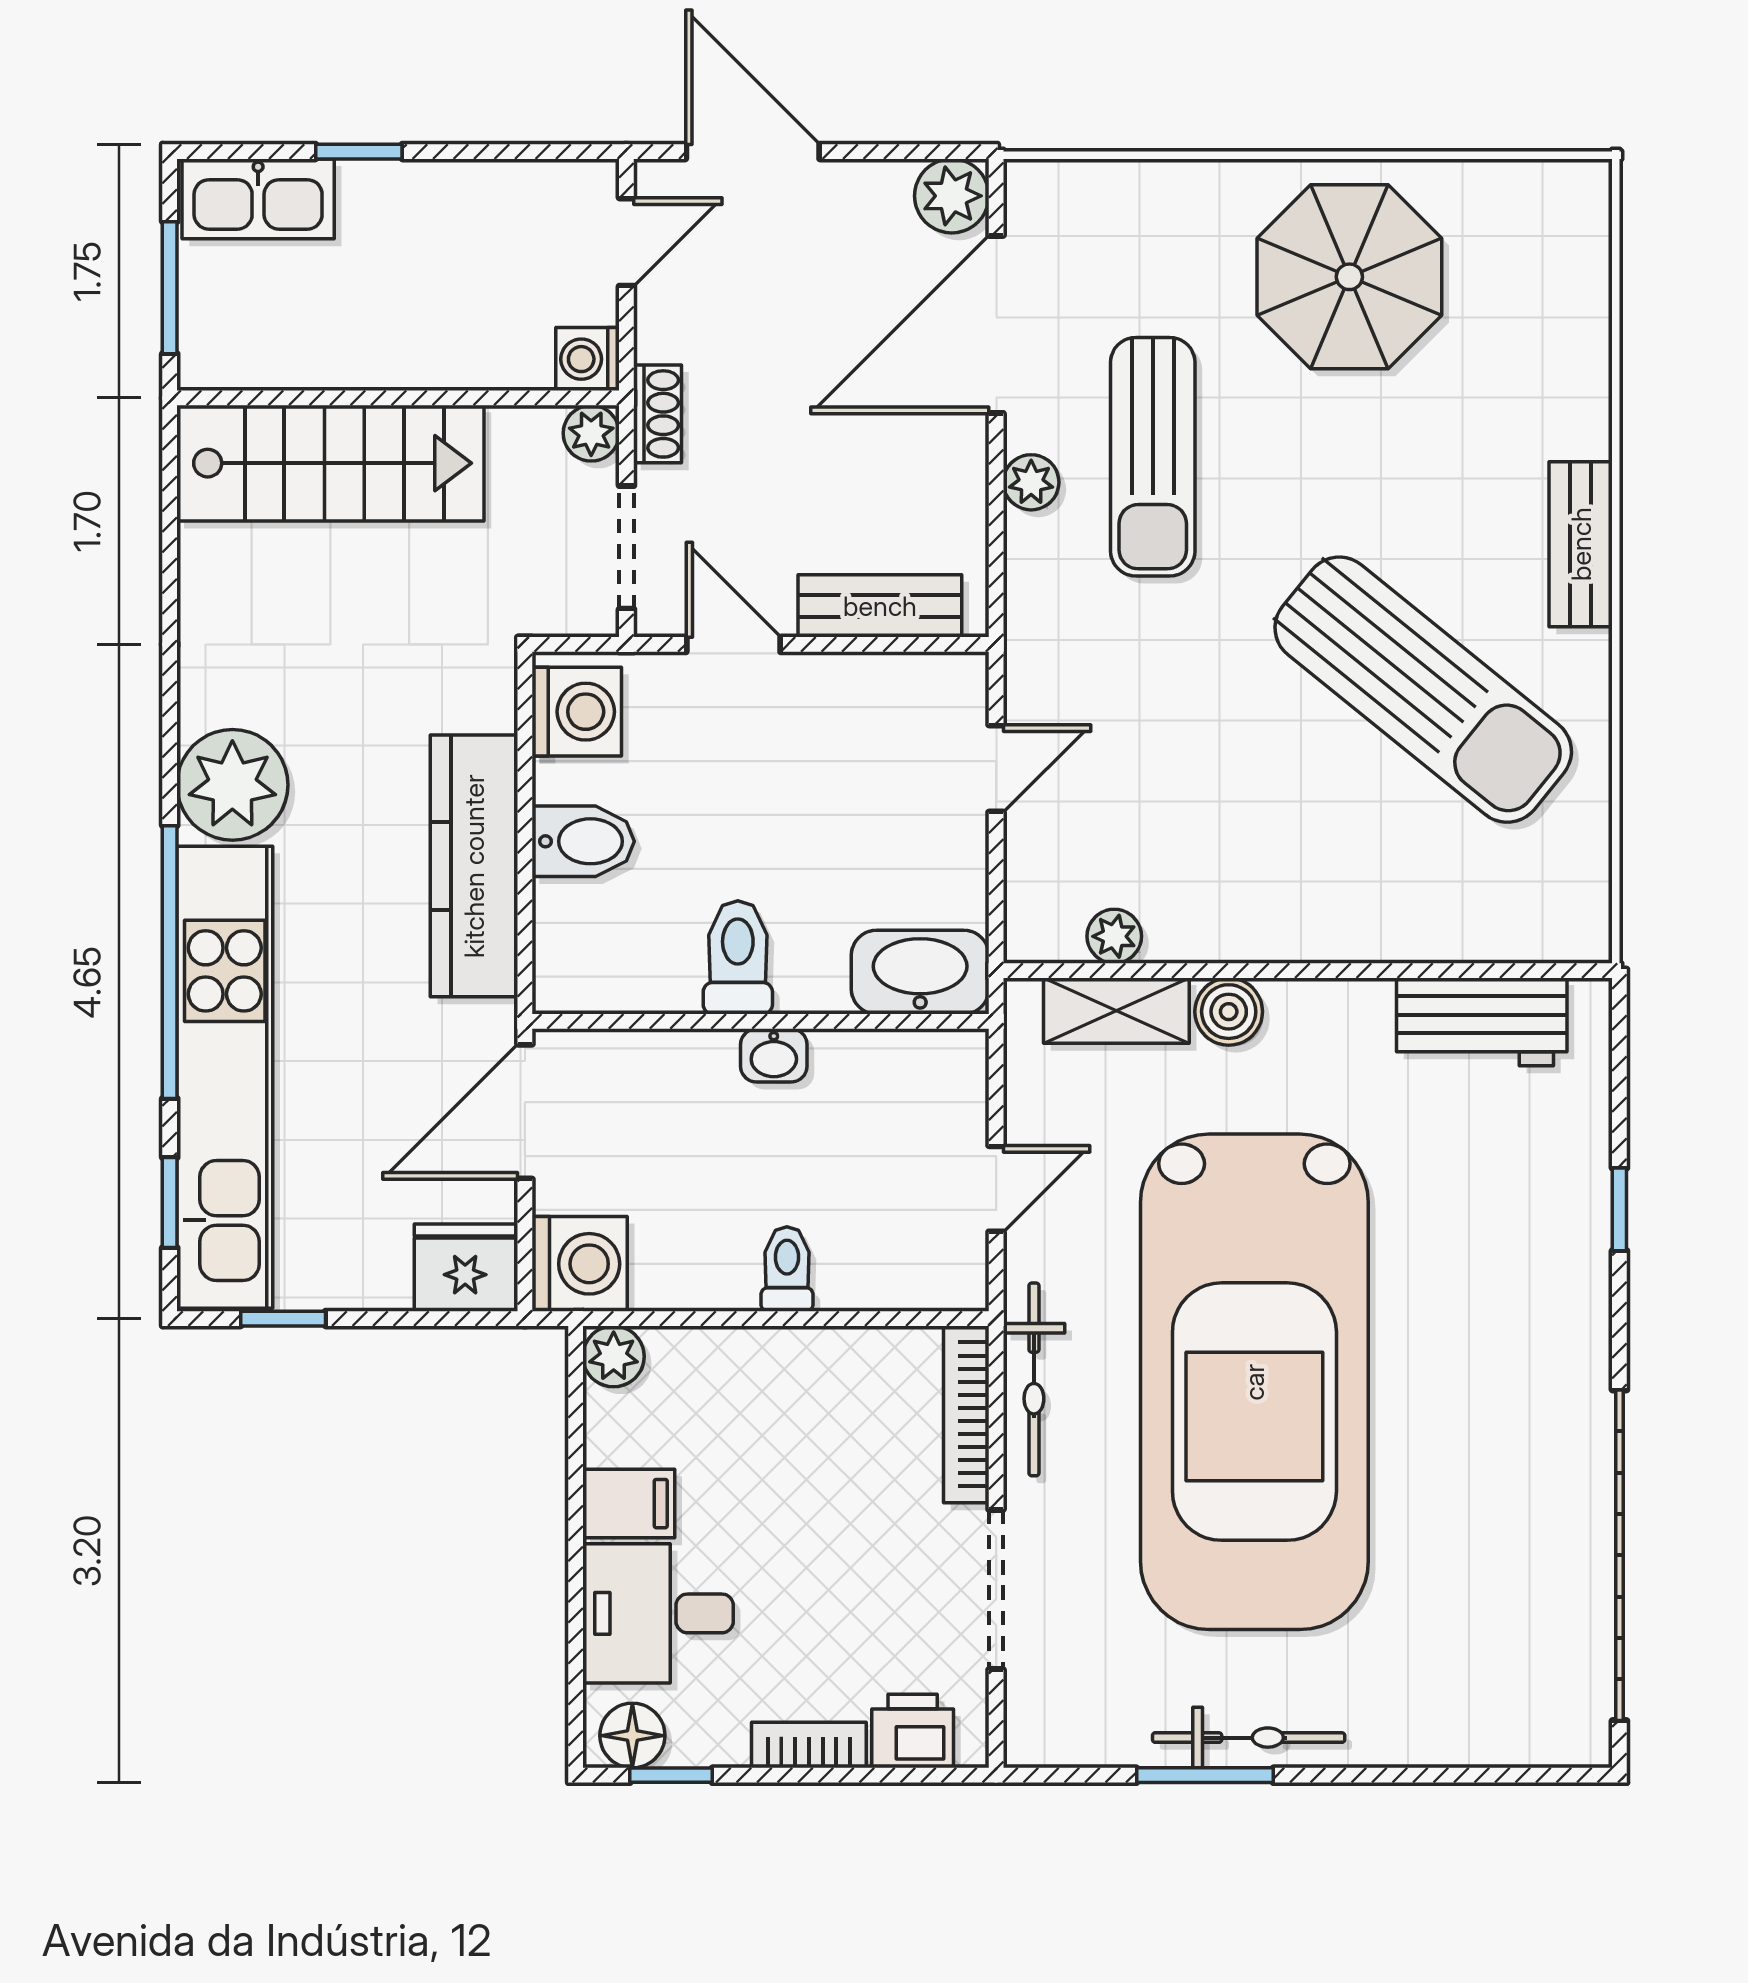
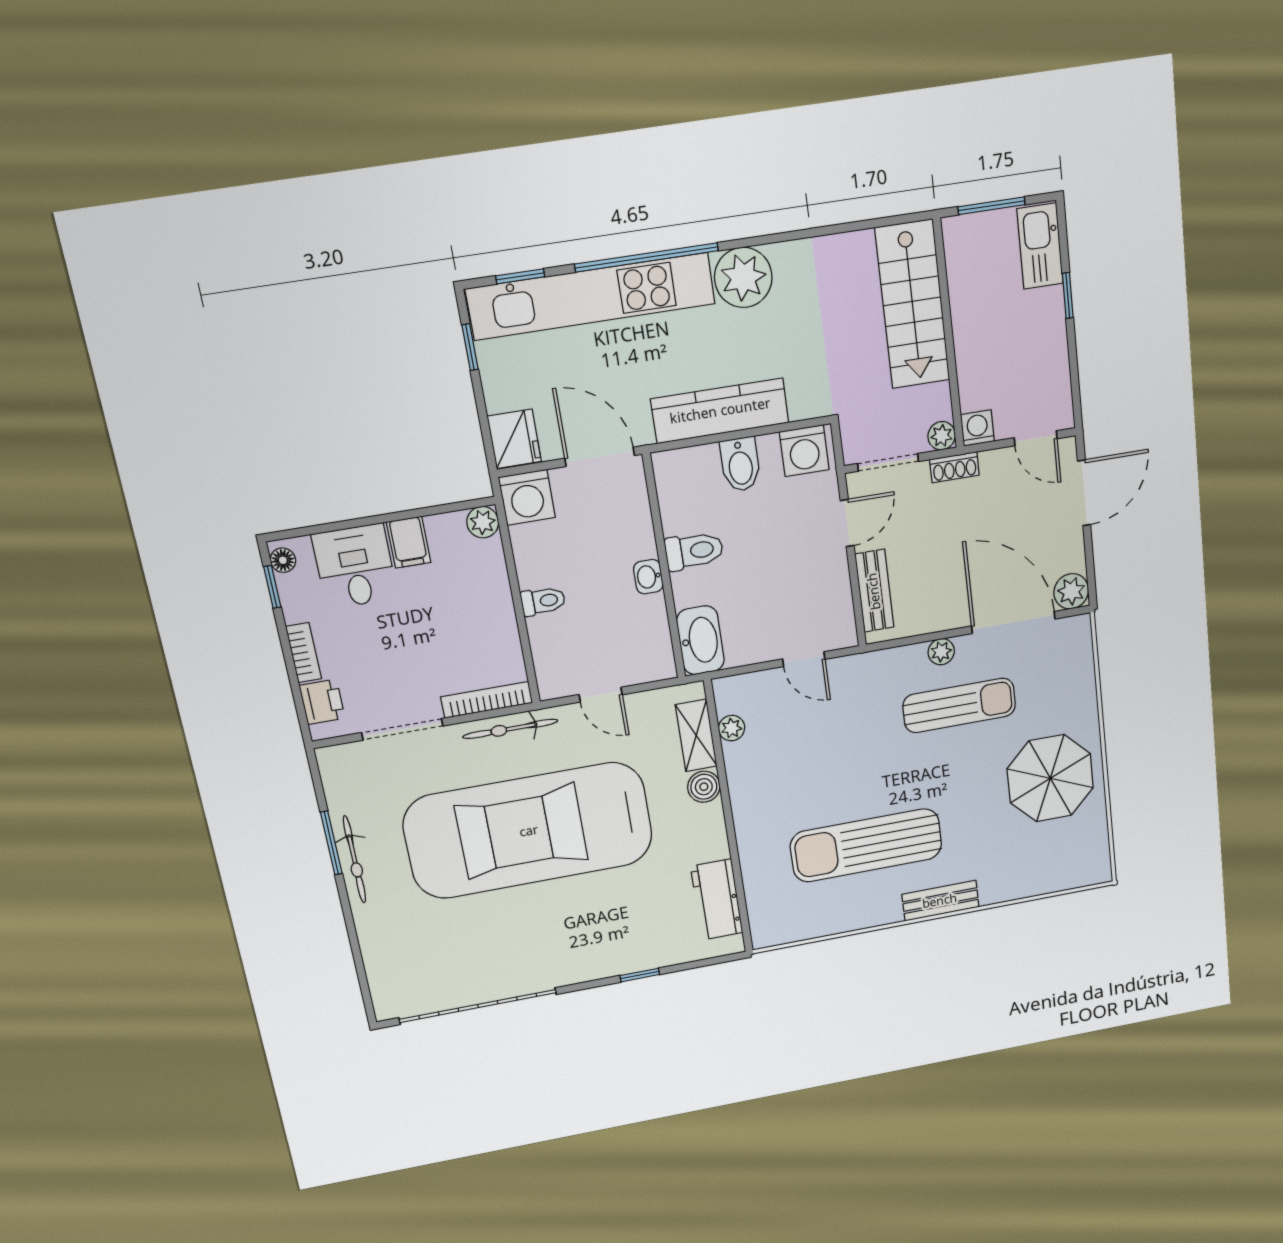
sun lounger: (1153, 457) -> (959, 705), turned 180
sun lounger: (1423, 690) -> (866, 845), turned 51
floor lamp: (632, 1736) -> (283, 560), width x0.73, depth x0.73

